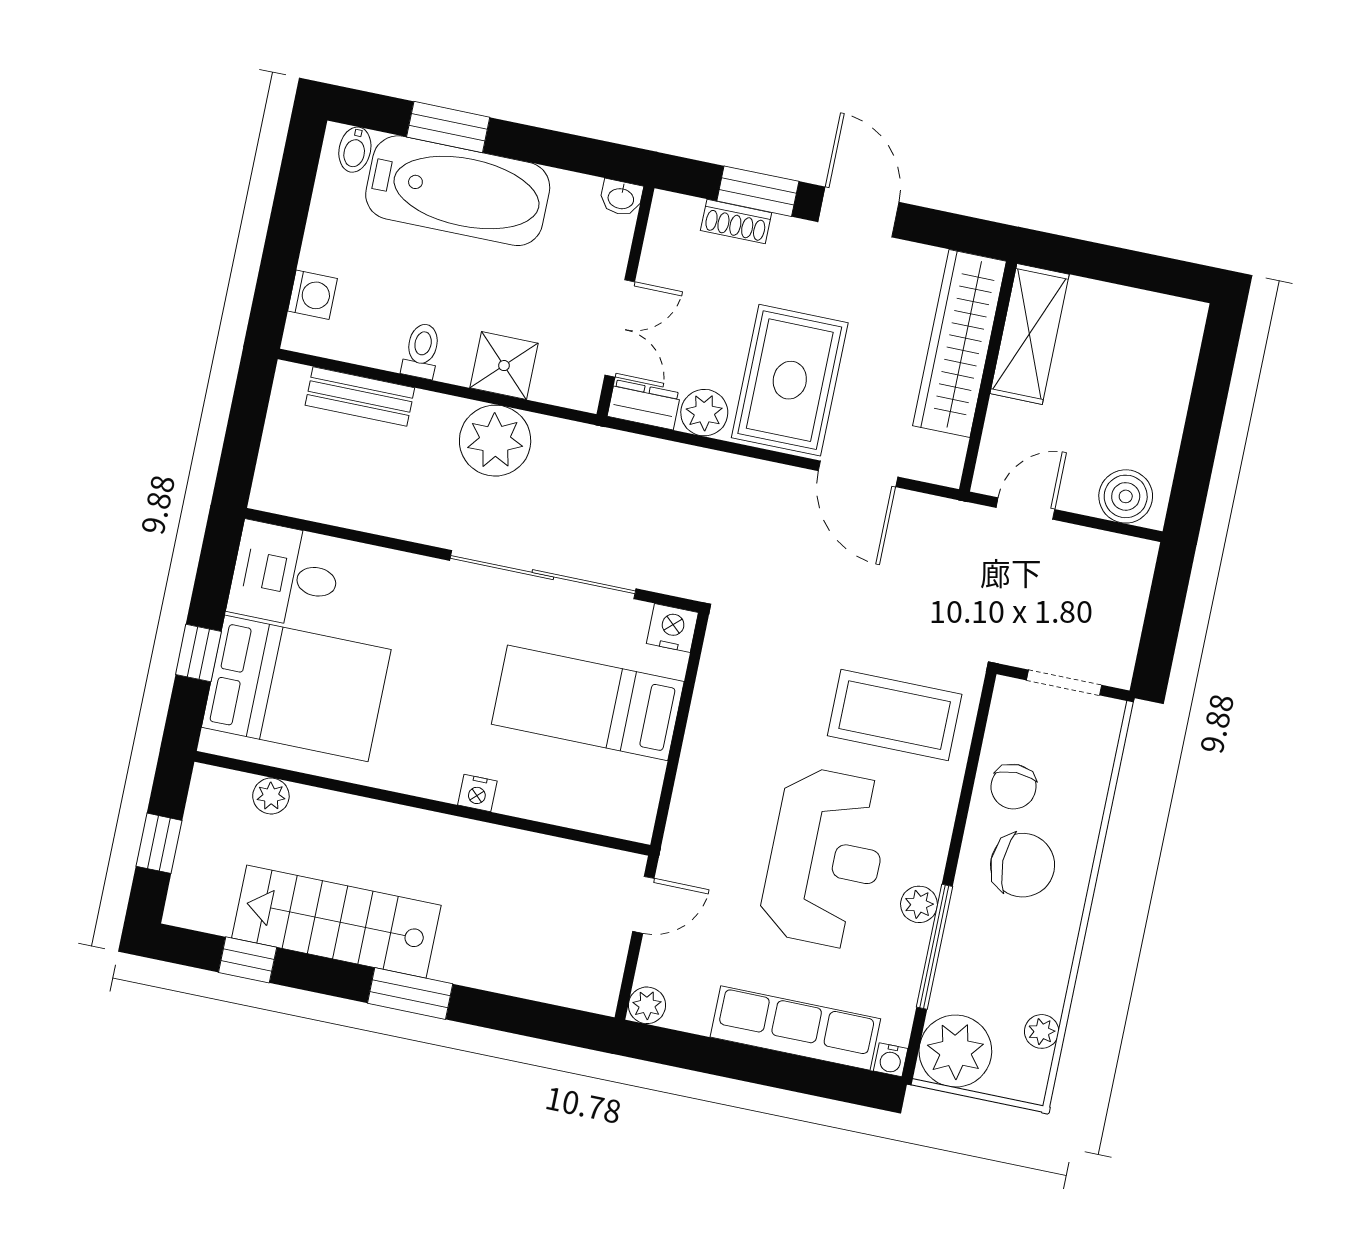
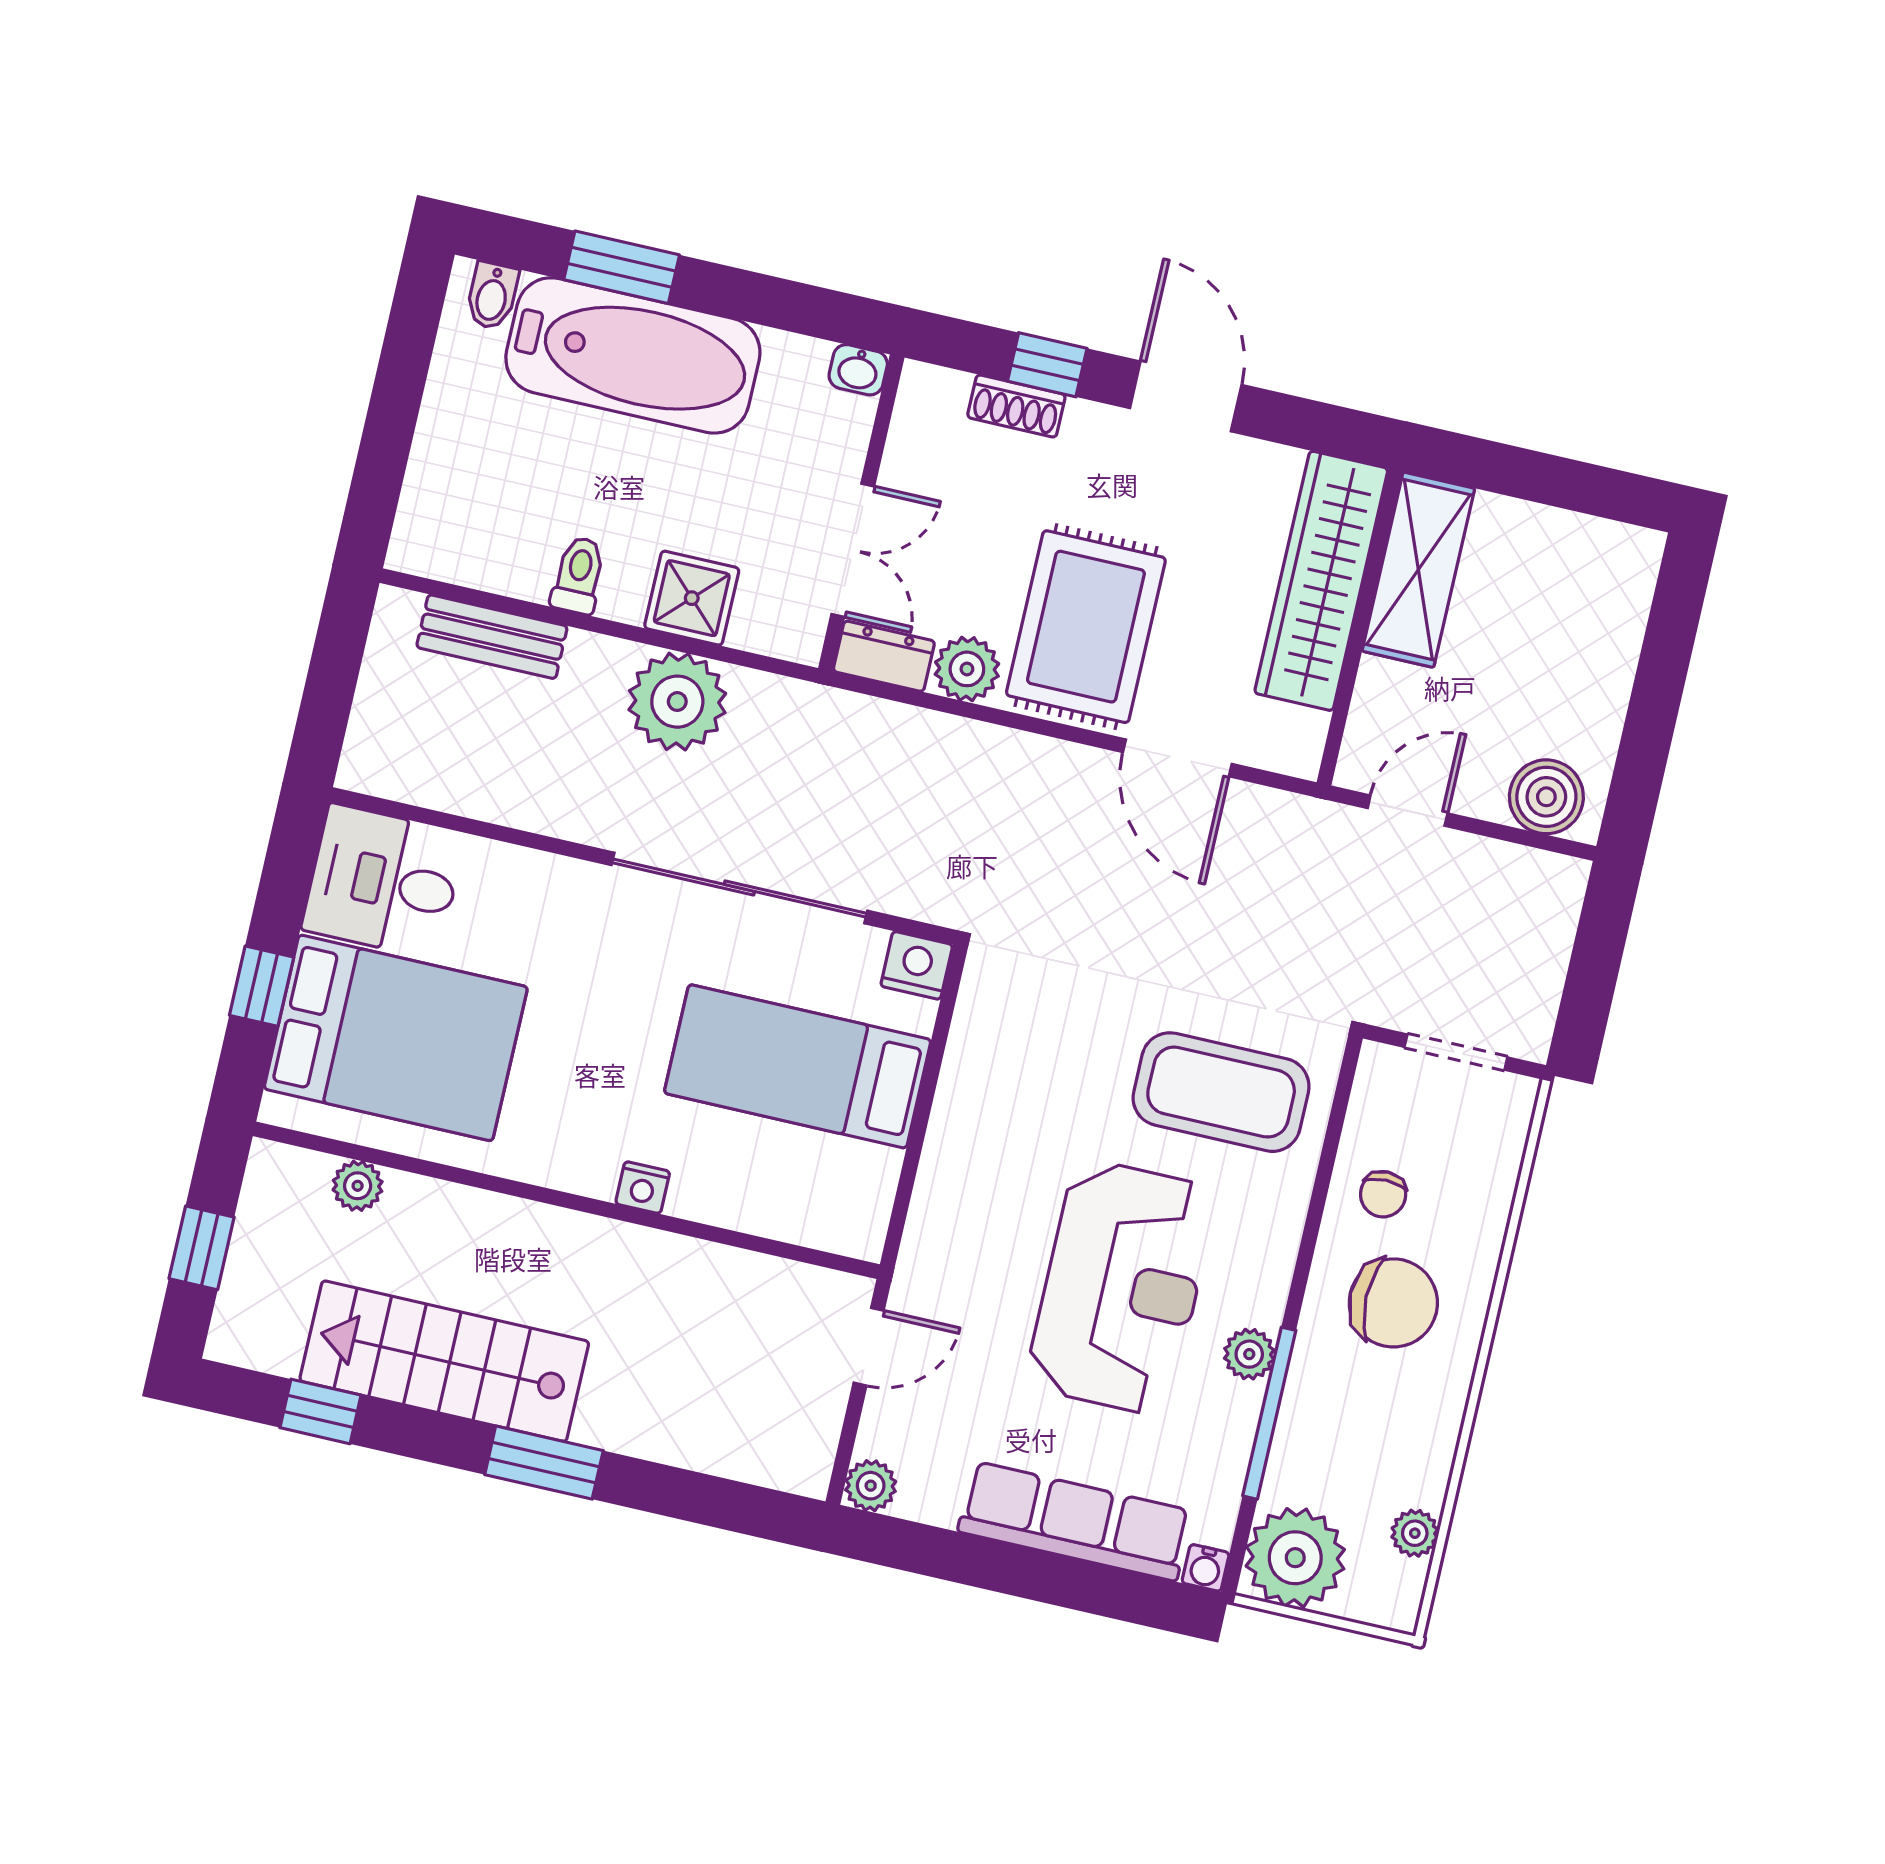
window: (758, 191) -> (1047, 365), width x0.67
washing machine: (313, 295) -> (429, 495), removed
chair: (1014, 787) -> (1383, 1194), width x0.73, depth x0.73

